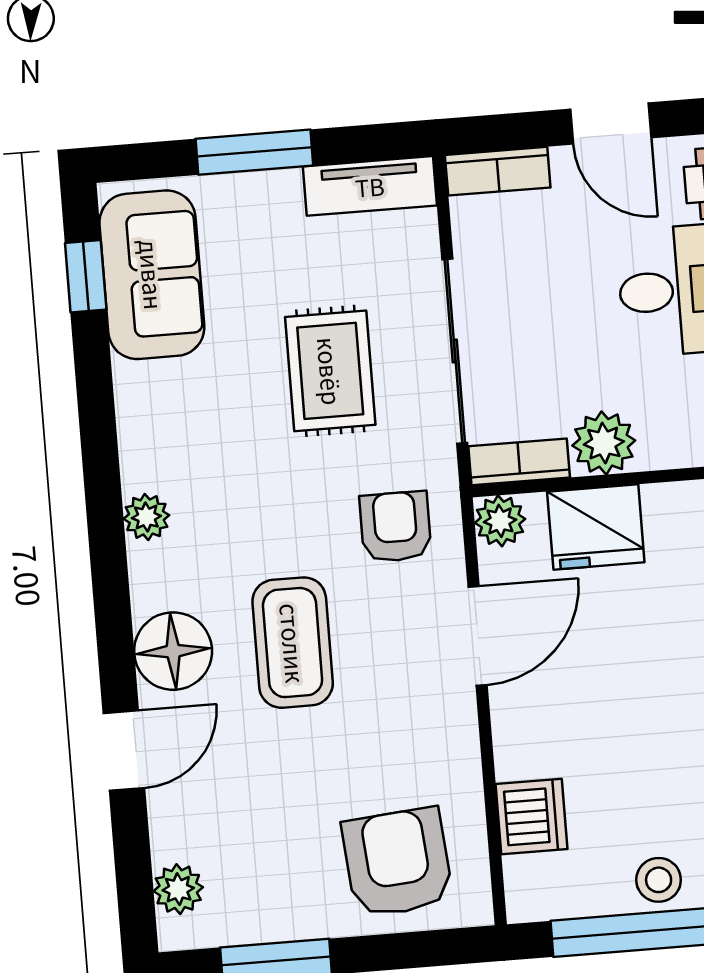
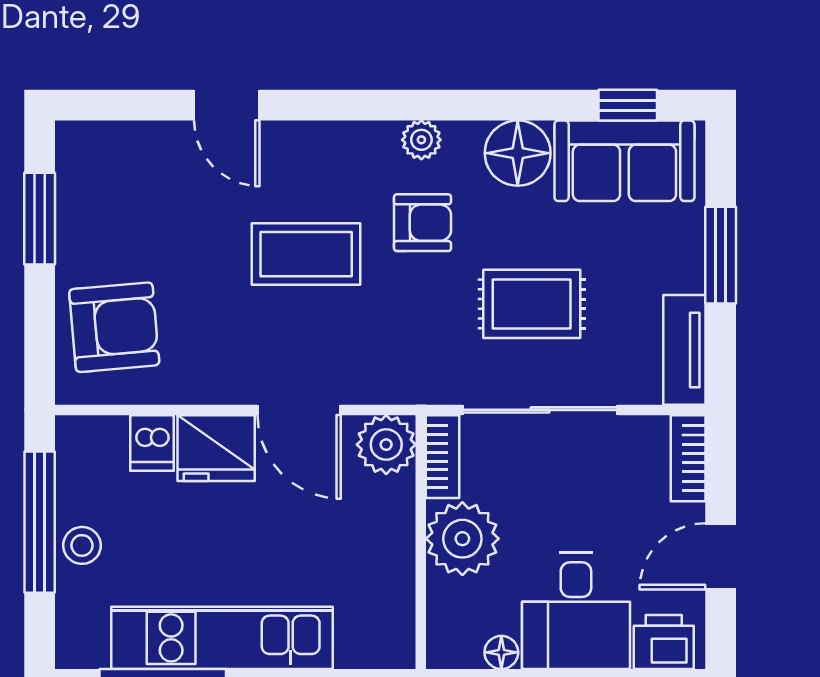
plant: (604, 443) -> (462, 539), width x1.36, depth x1.36
plant: (500, 521) -> (386, 445), width x1.38, depth x1.38
armchair: (395, 527) -> (422, 223), moved
fridge: (596, 527) -> (216, 448), moved, turned -90
floor lamp: (173, 651) -> (518, 153), moved
dishwasher: (531, 816) -> (152, 443), width x0.73
plant: (178, 889) -> (107, 141), removed

